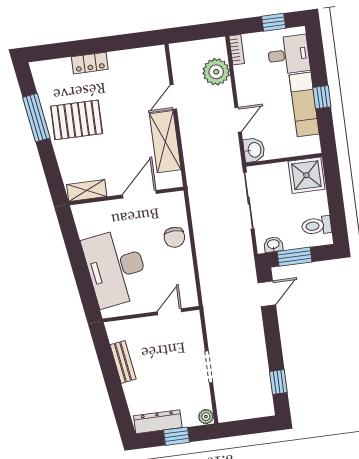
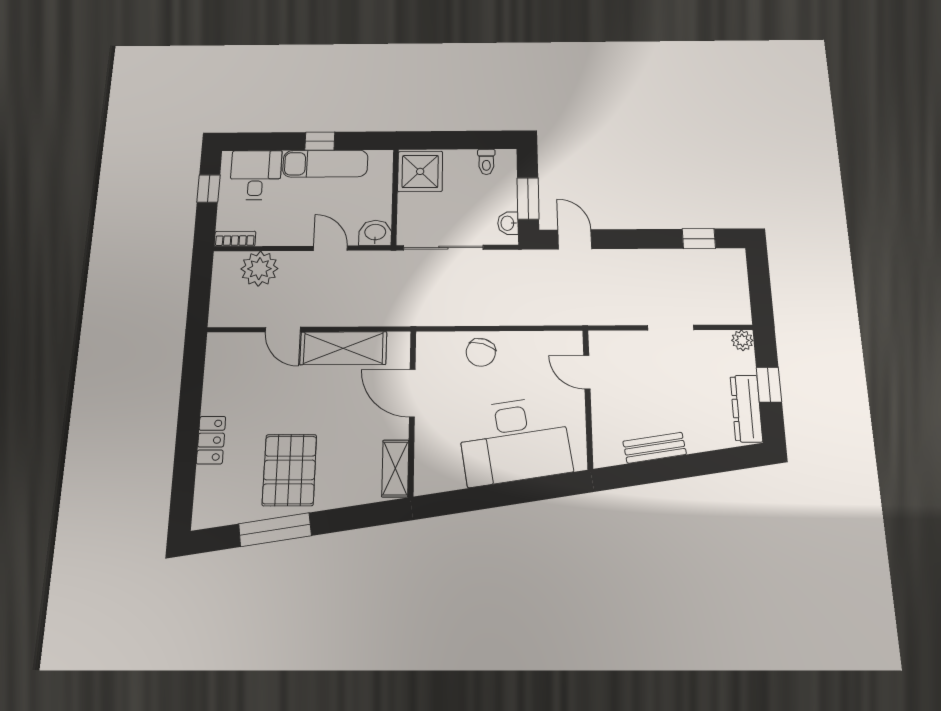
toilet: (317, 226) -> (486, 162), width x0.73, depth x0.72
chair: (174, 237) -> (481, 352), turned 107

